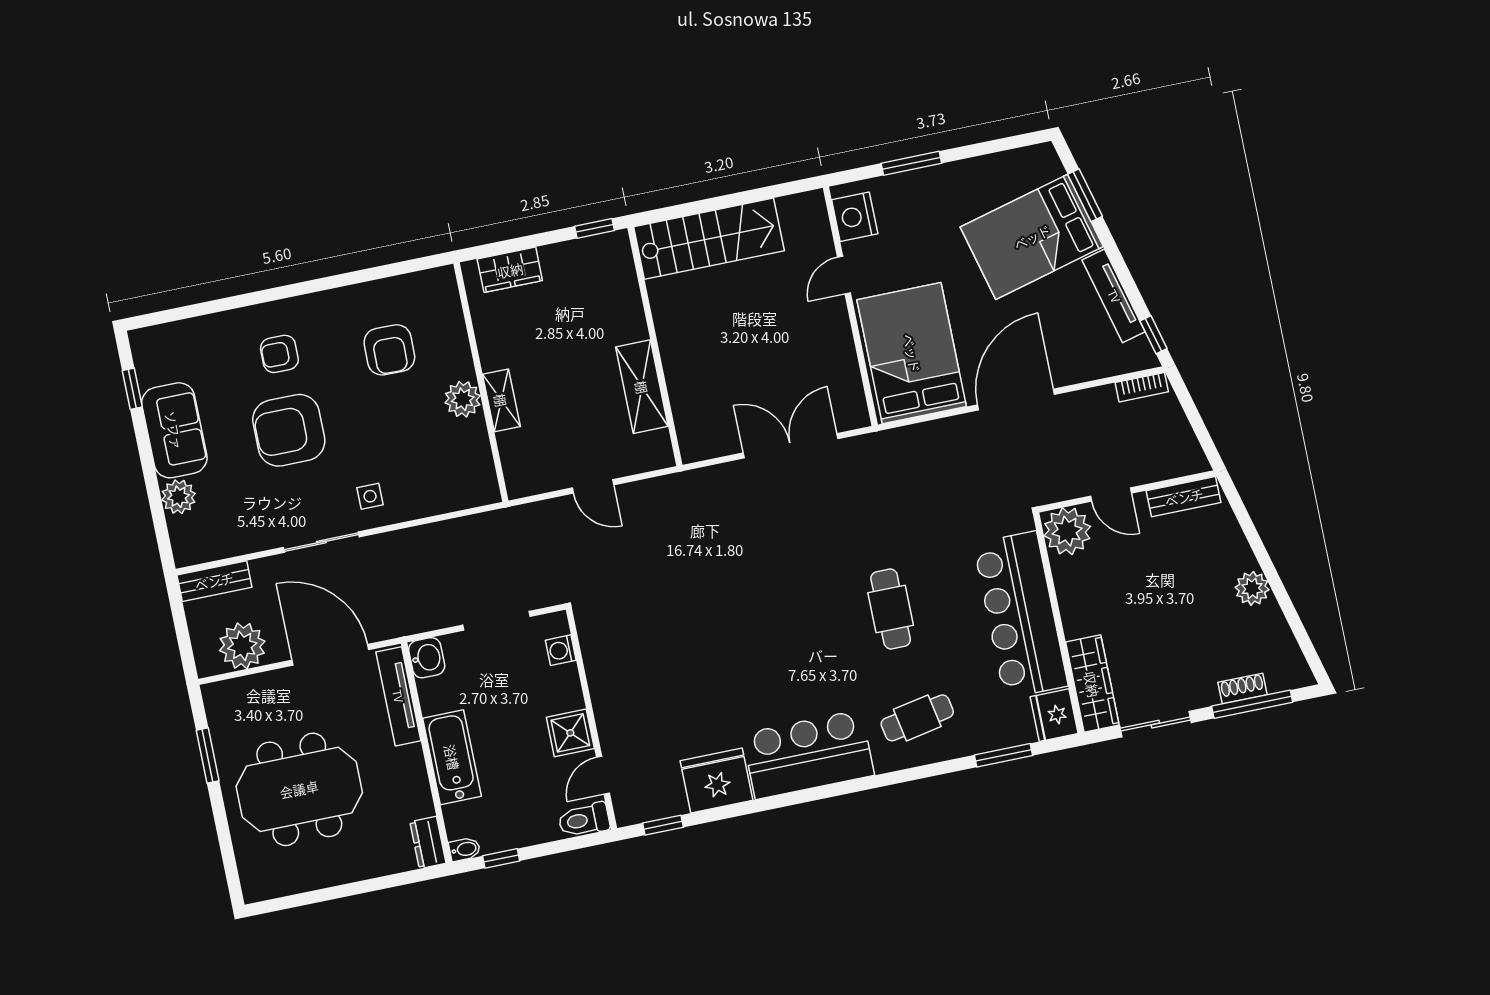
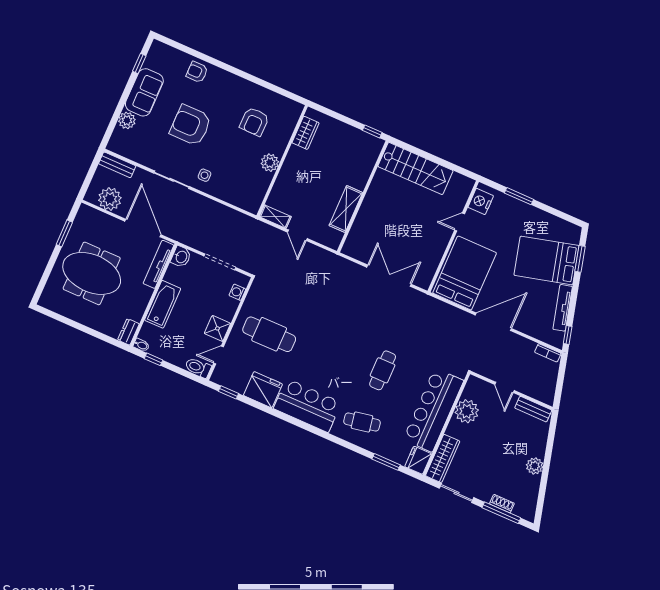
wardrobe: (510, 270) -> (306, 133), moved, turned -90
armchair: (279, 354) -> (197, 72), moved
shelving: (501, 400) -> (275, 217), moved, turned 90
plant: (1067, 531) -> (467, 411), moved
cafe table: (662, 682) -> (269, 334), added

